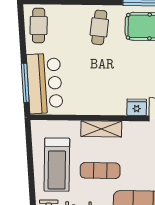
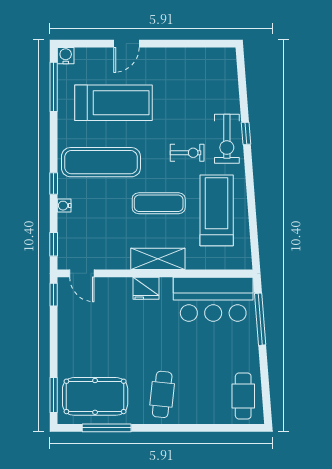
bar counter: (45, 83) -> (213, 299), moved, turned -86
fridge: (137, 107) -> (146, 288), moved

